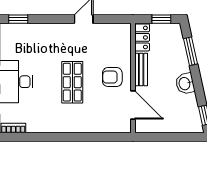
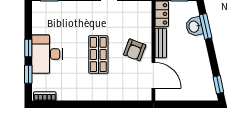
armchair: (112, 77) -> (135, 50), turned -69
washbasin: (185, 84) -> (194, 27), moved

